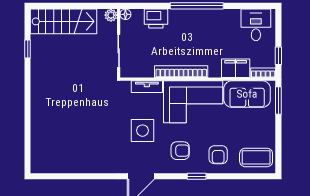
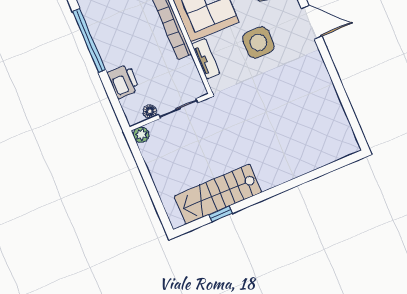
floor lamp: (125, 14) -> (150, 111), moved
stairs: (64, 21) -> (218, 194), moved, turned -90

